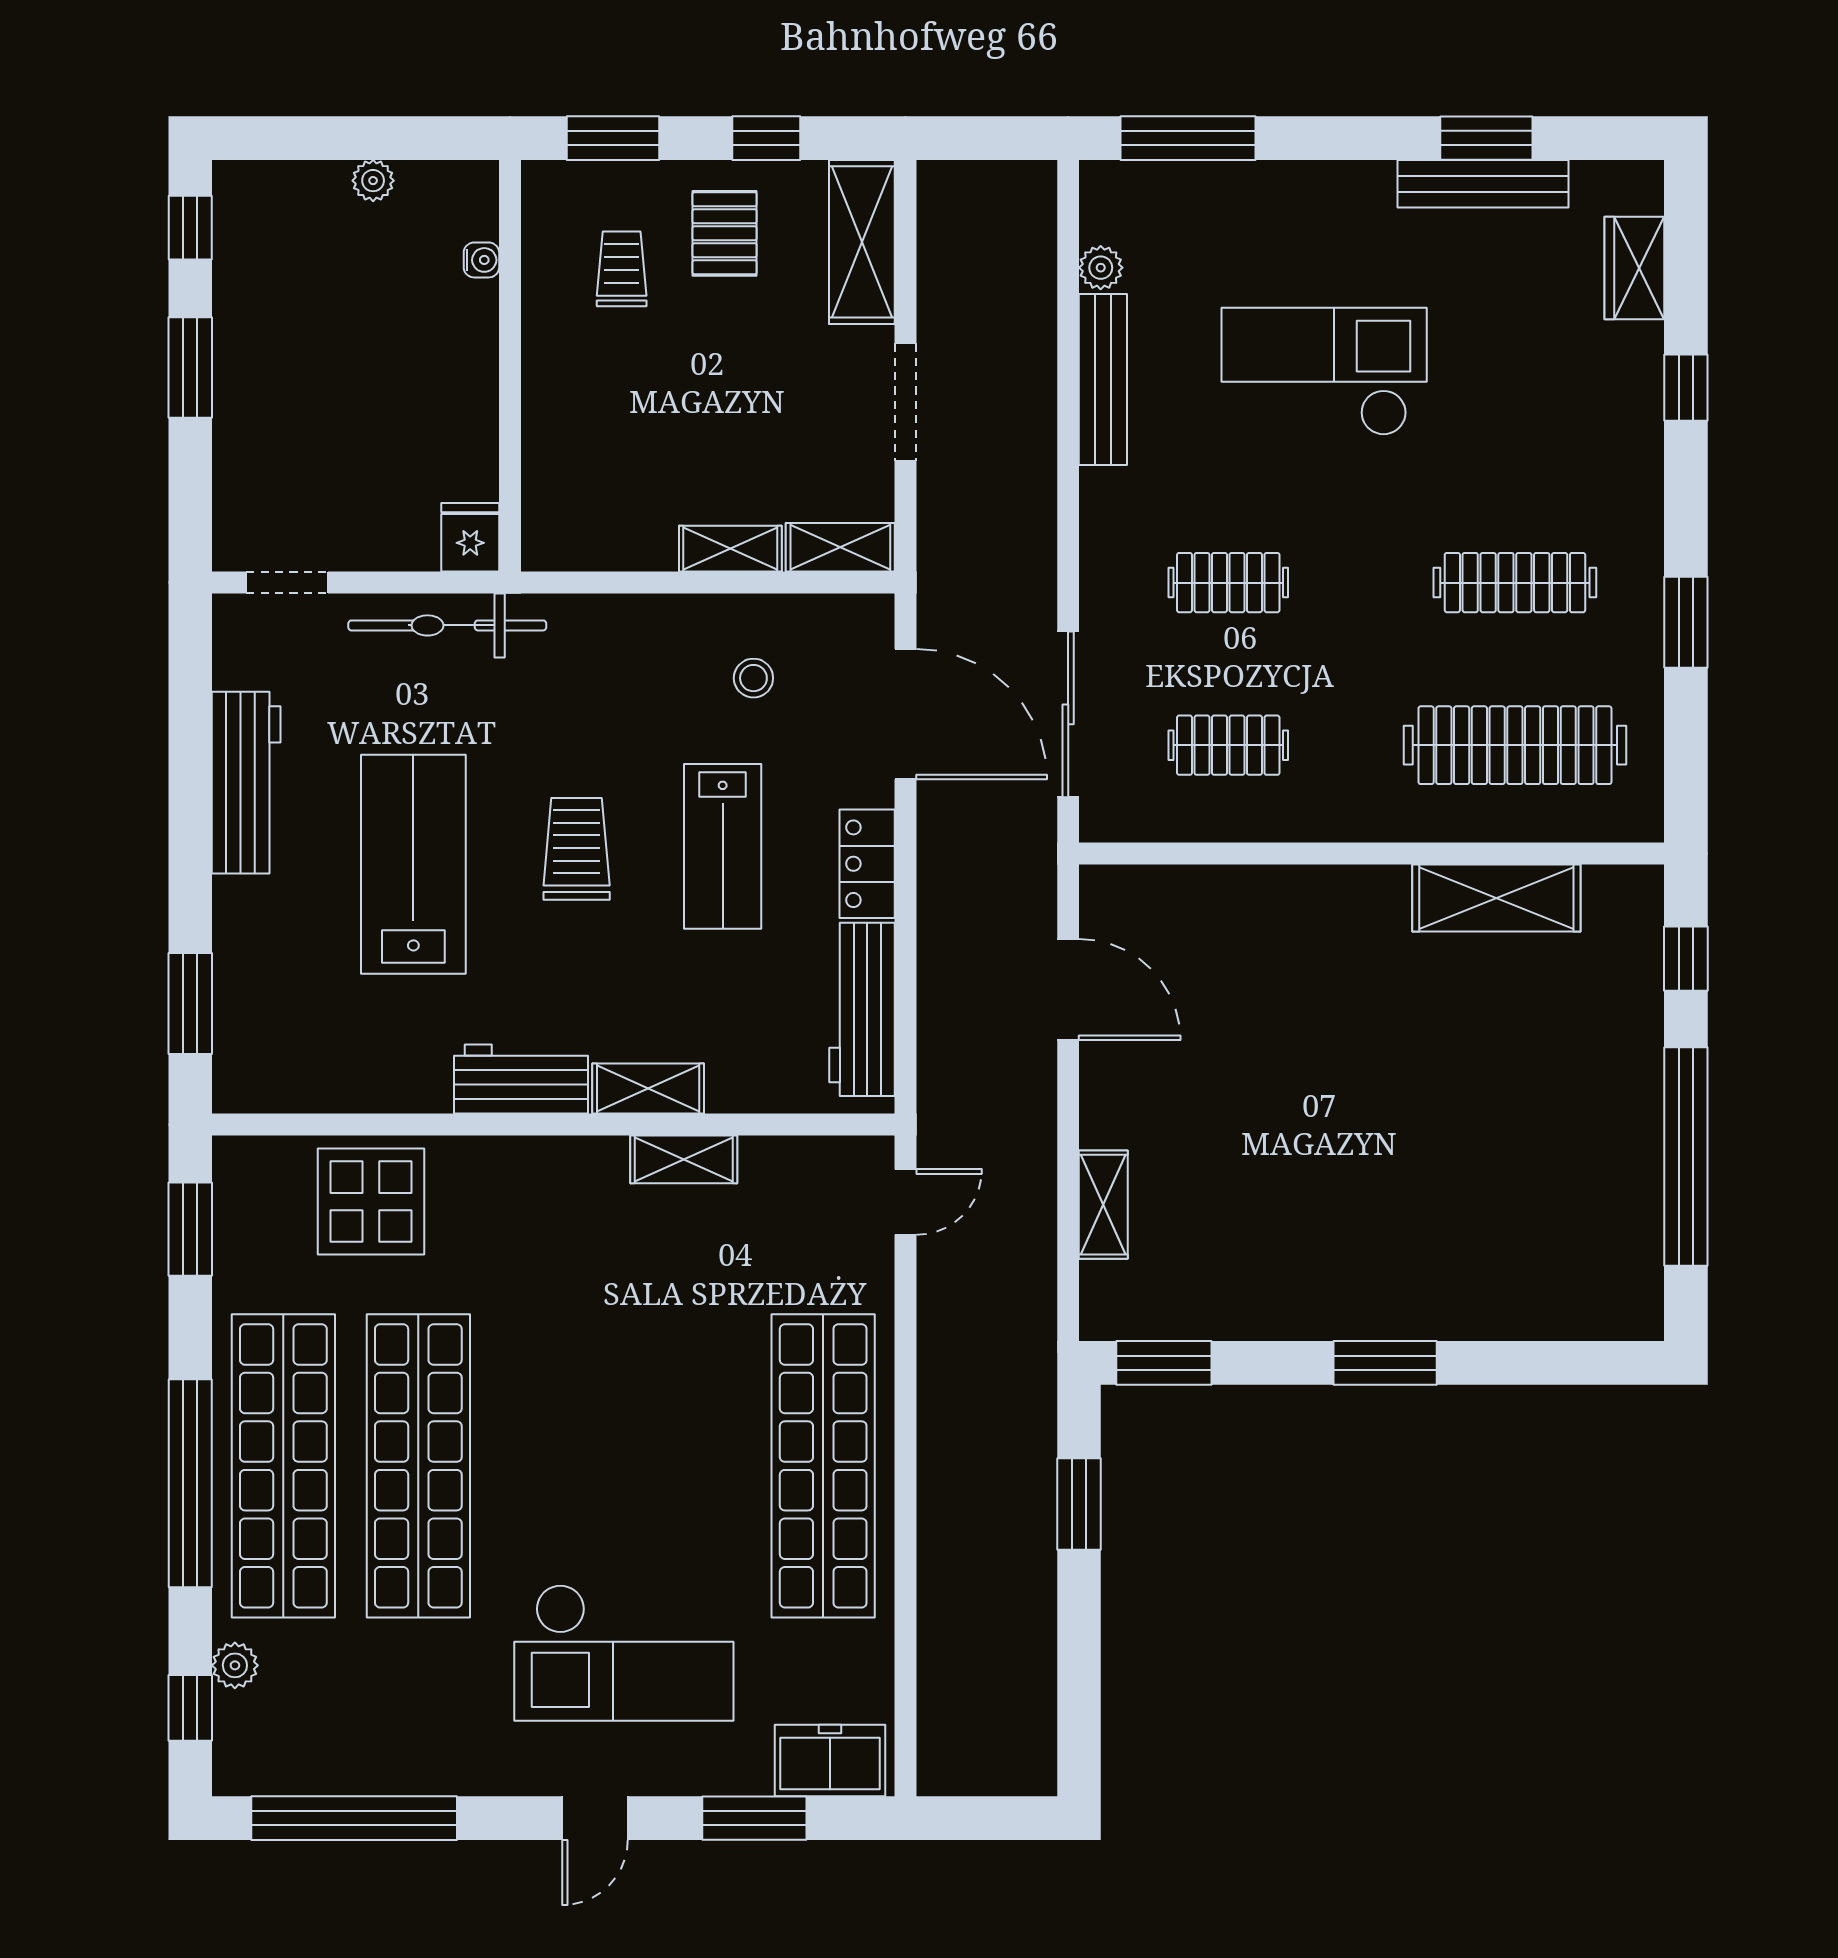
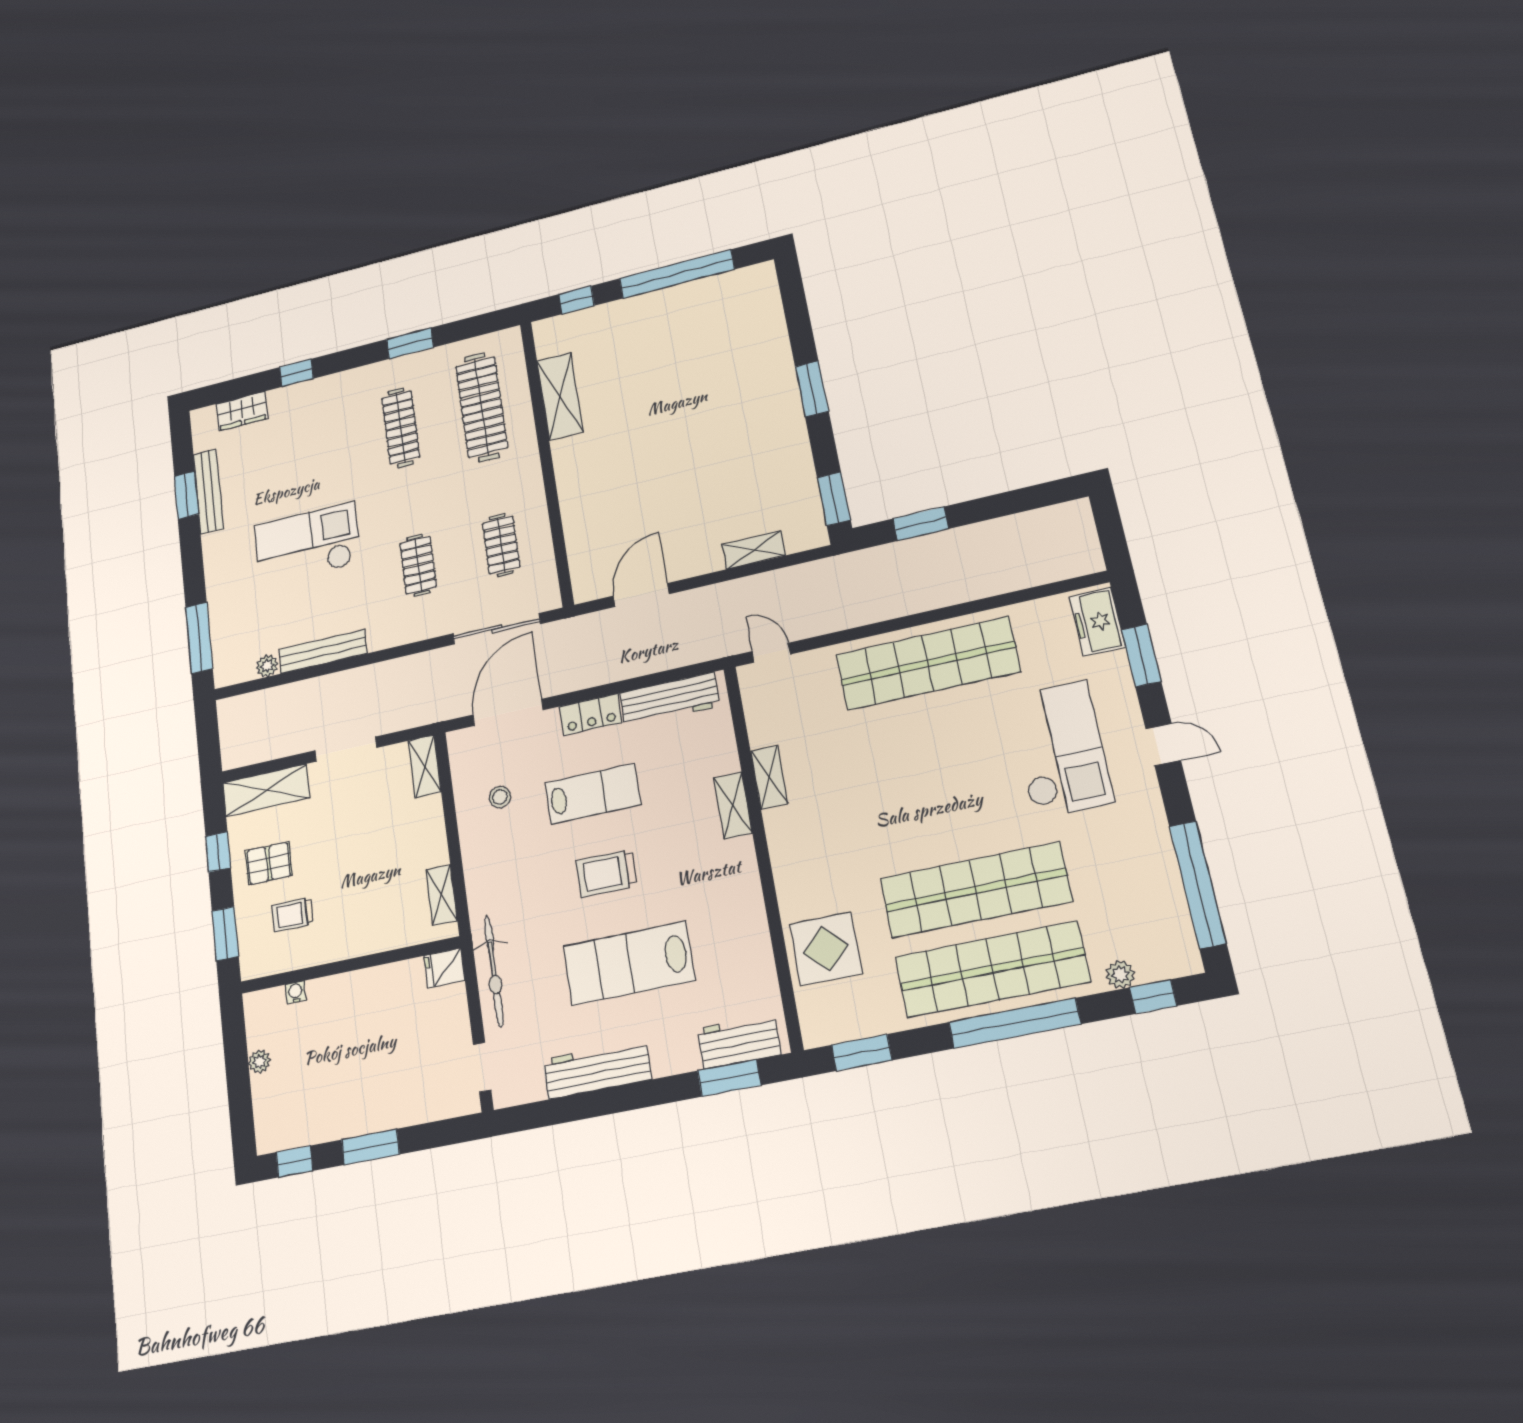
checkout: (1324, 372) -> (307, 544), turned 90
shelving: (730, 549) -> (442, 895), moved
workbench: (521, 1079) -> (739, 1042), moved, turned 90

